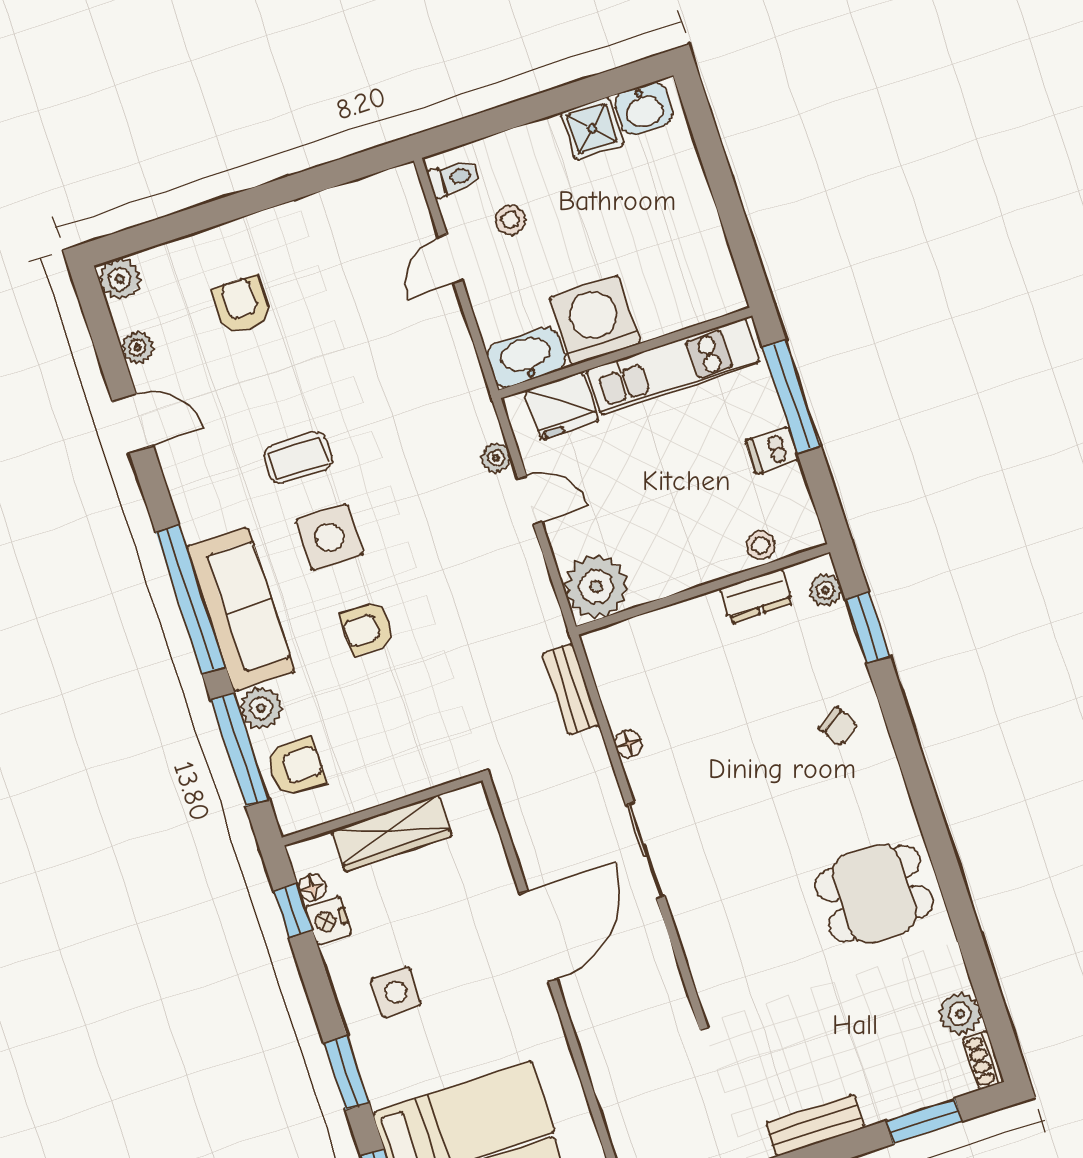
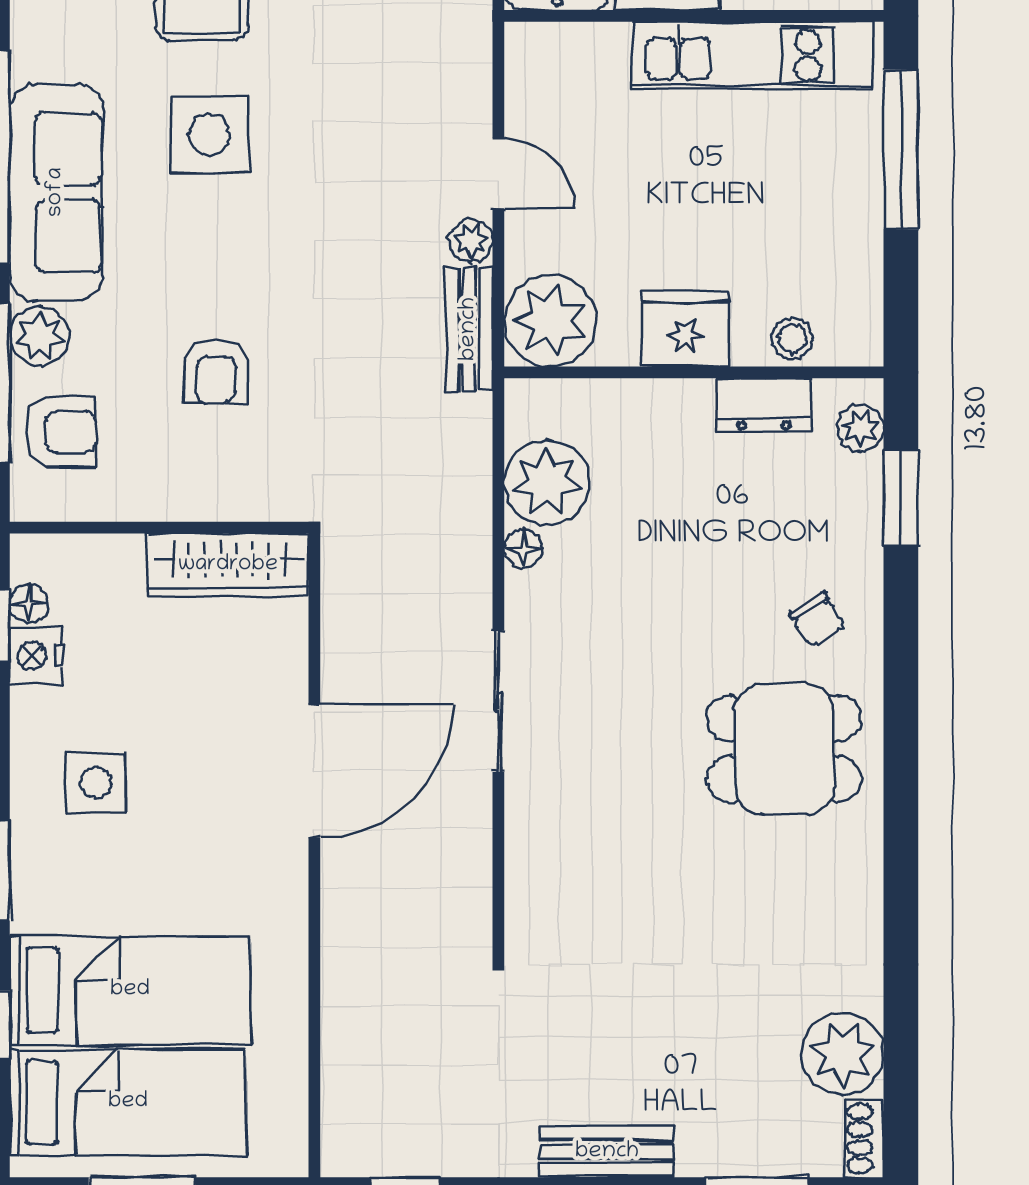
fridge: (562, 406) -> (685, 329), moved, turned 180
dishwasher: (773, 450) -> (851, 214), removed
plant: (496, 458) -> (471, 241), moved
armchair: (367, 629) -> (216, 371), moved, turned -90
bench: (571, 689) -> (469, 329), moved
plant: (629, 694) -> (547, 482), added
wardrobe: (392, 833) -> (228, 565), moved
dining table: (874, 893) -> (784, 749), moved
plant: (960, 1014) -> (843, 1054), width x1.36, depth x1.36

